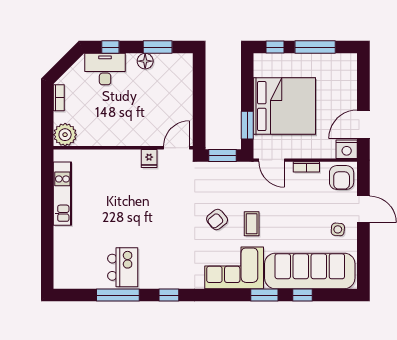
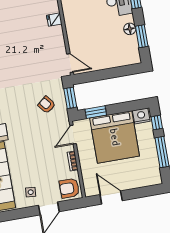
nightstand: (347, 149) -> (141, 116), moved, turned 90
fridge: (149, 159) -> (54, 20), moved
armchair: (217, 219) -> (47, 105), moved
coffee table: (252, 224) -> (24, 128), removed

